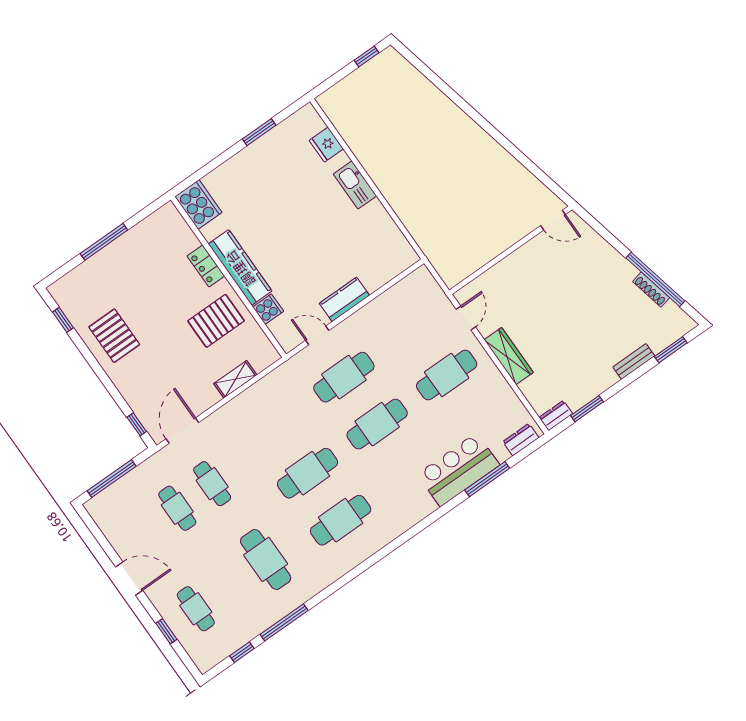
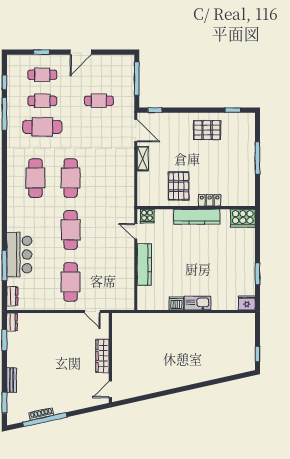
fridge: (326, 145) -> (247, 303), moved
dishwasher: (376, 213) -> (176, 303), added
kitchen counter: (344, 299) -> (144, 265), width x1.50
cooker: (268, 309) -> (147, 216), moved
door: (317, 335) -> (136, 231), swing flipped
wardrobe: (509, 356) -> (102, 356), moved, turned 90
cafe table: (344, 377) -> (106, 230), removed
shelving: (235, 379) -> (143, 159), moved
cafe table: (212, 484) -> (42, 101), moved

